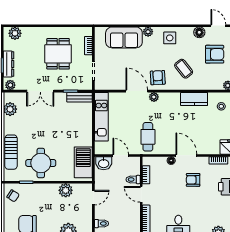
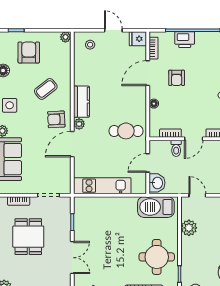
dining table: (58, 54) -> (28, 237), turned 90
bench: (79, 97) -> (79, 211), removed
kitchen counter: (194, 99) -> (81, 102), moved
door: (186, 155) -> (148, 73), moved

